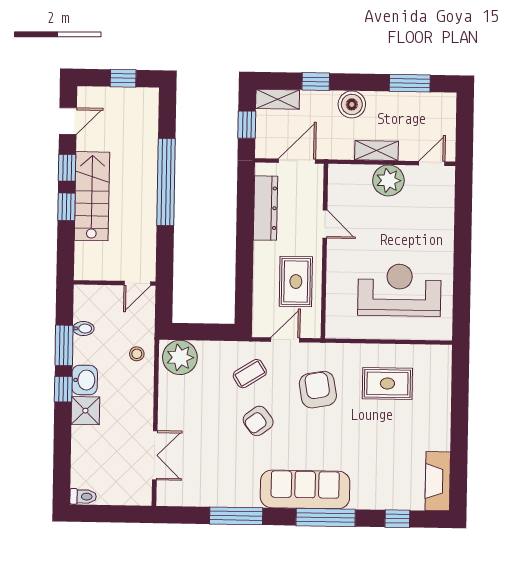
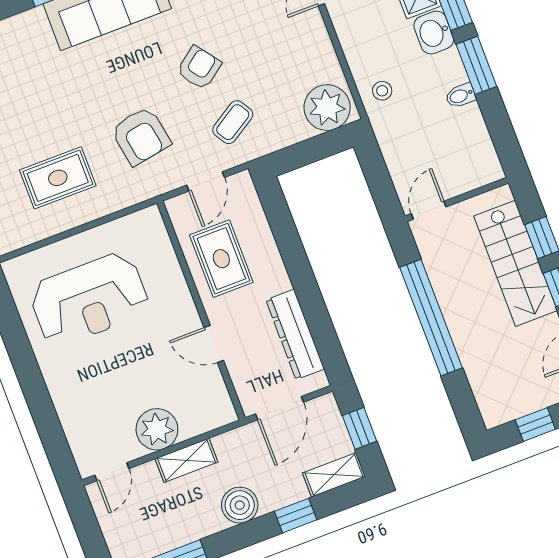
wall: (115, 283) -> (457, 200), moved
door: (137, 283) -> (429, 210), moved

